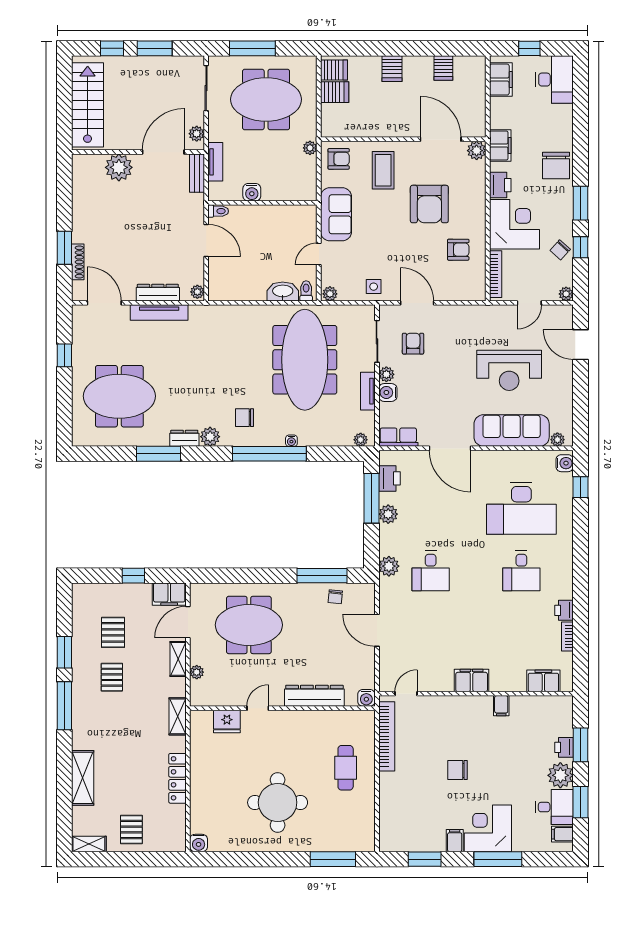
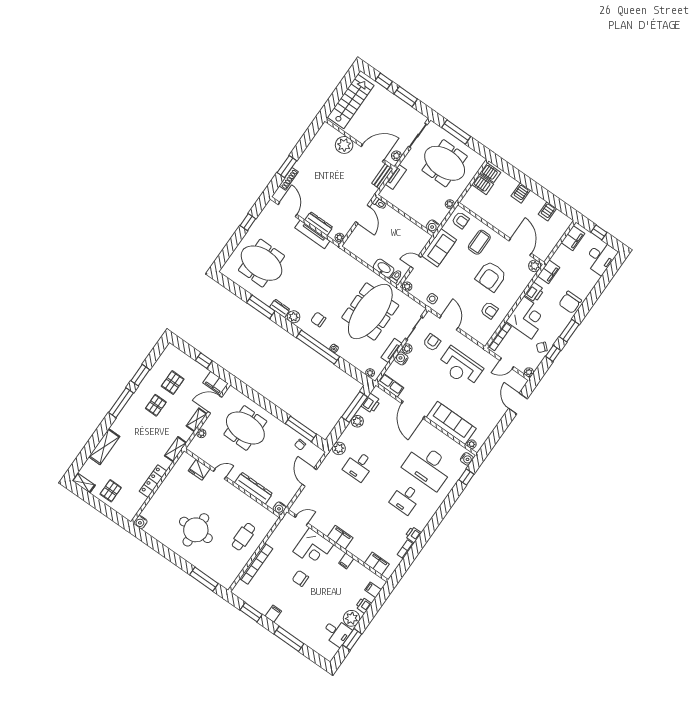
water cooler: (252, 192) -> (433, 226), moved
reception desk: (509, 370) -> (460, 367), moved
bookcase: (387, 736) -> (256, 564), moved
window: (581, 745) -> (373, 610), removed
corner desk: (488, 828) -> (313, 548), moved, turned 180
filing cabinet: (562, 834) -> (373, 590), moved

